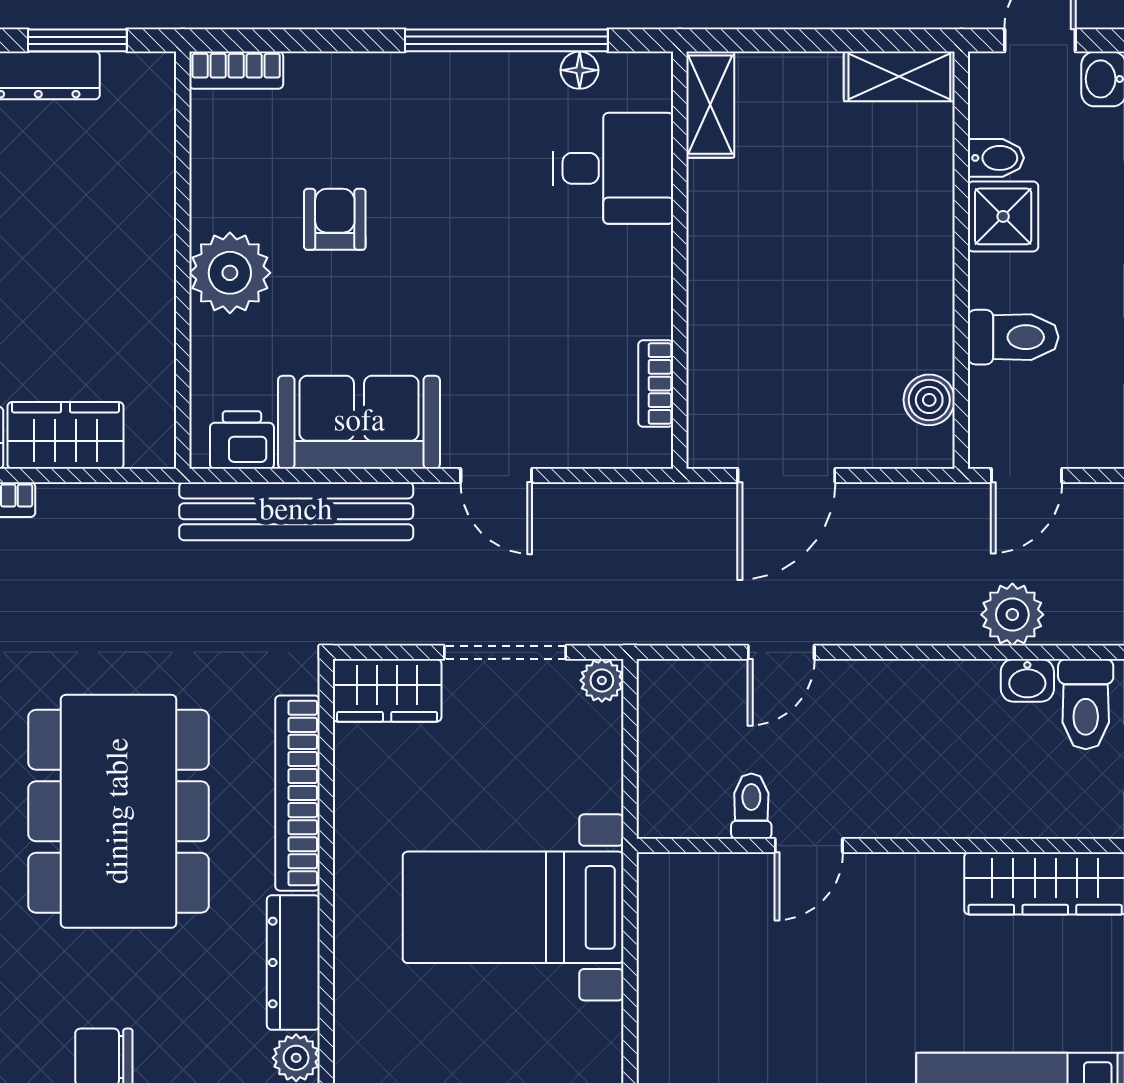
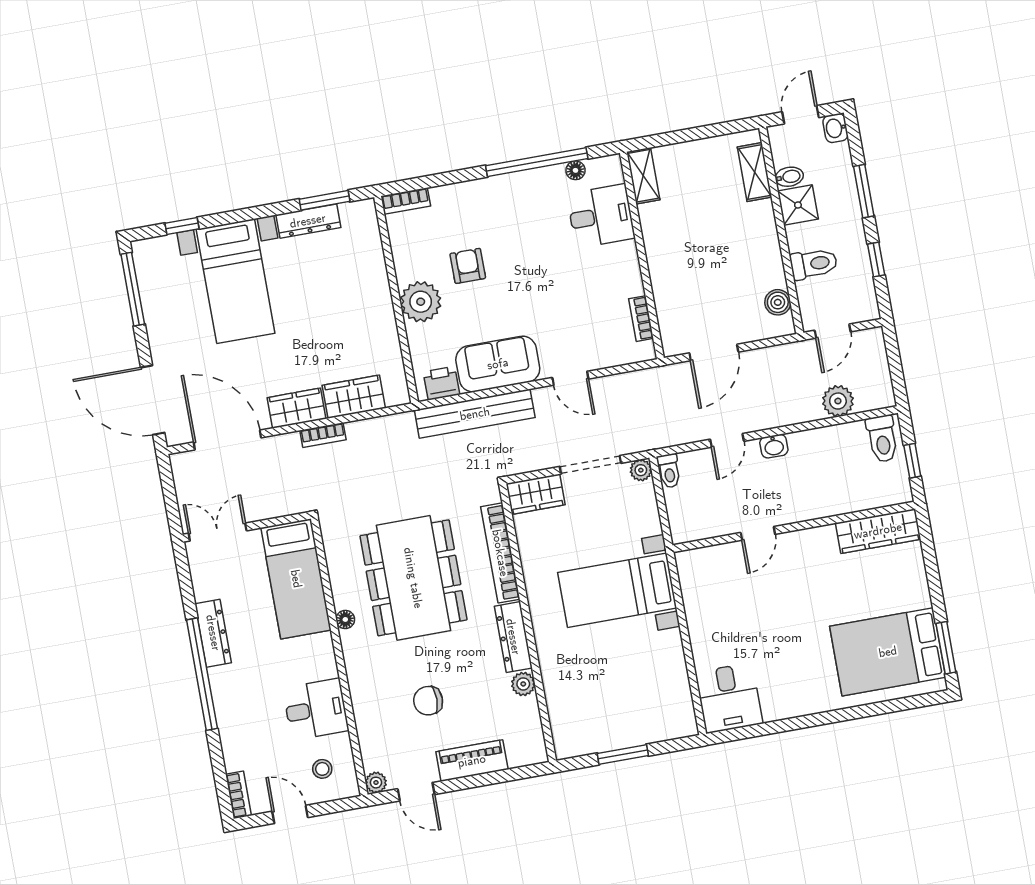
shelving: (899, 76) -> (755, 172), moved, turned 90
washbasin: (1027, 680) -> (774, 446), moved
toilet: (751, 806) -> (669, 471), moved, turned 180

